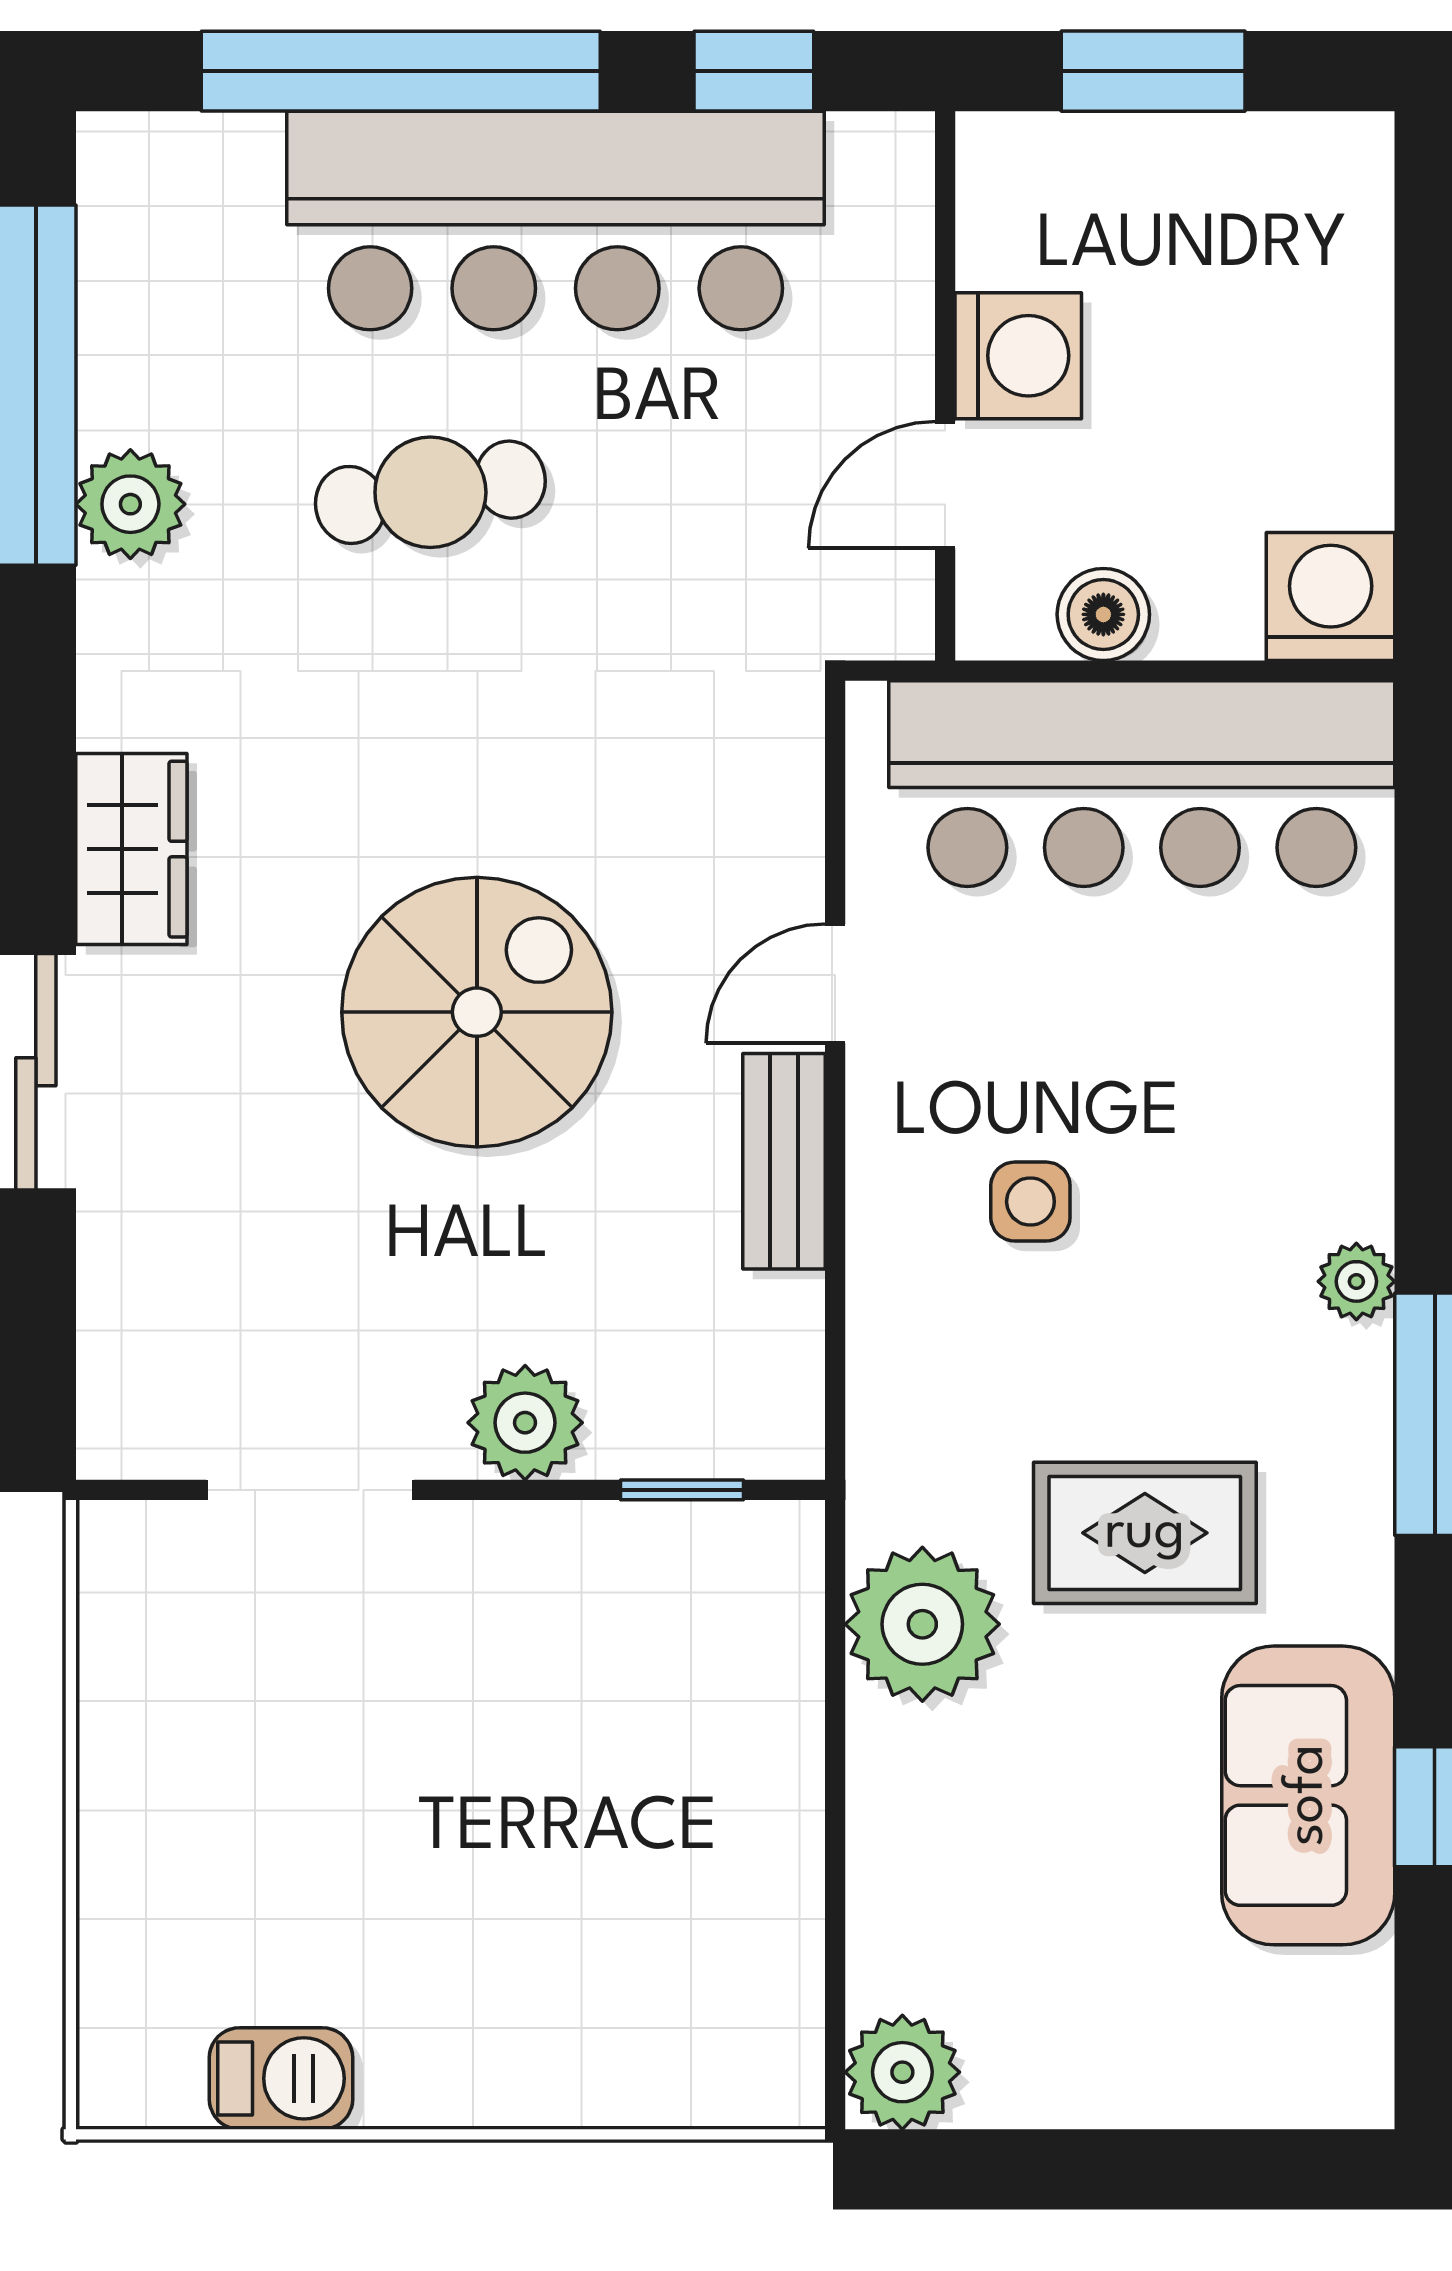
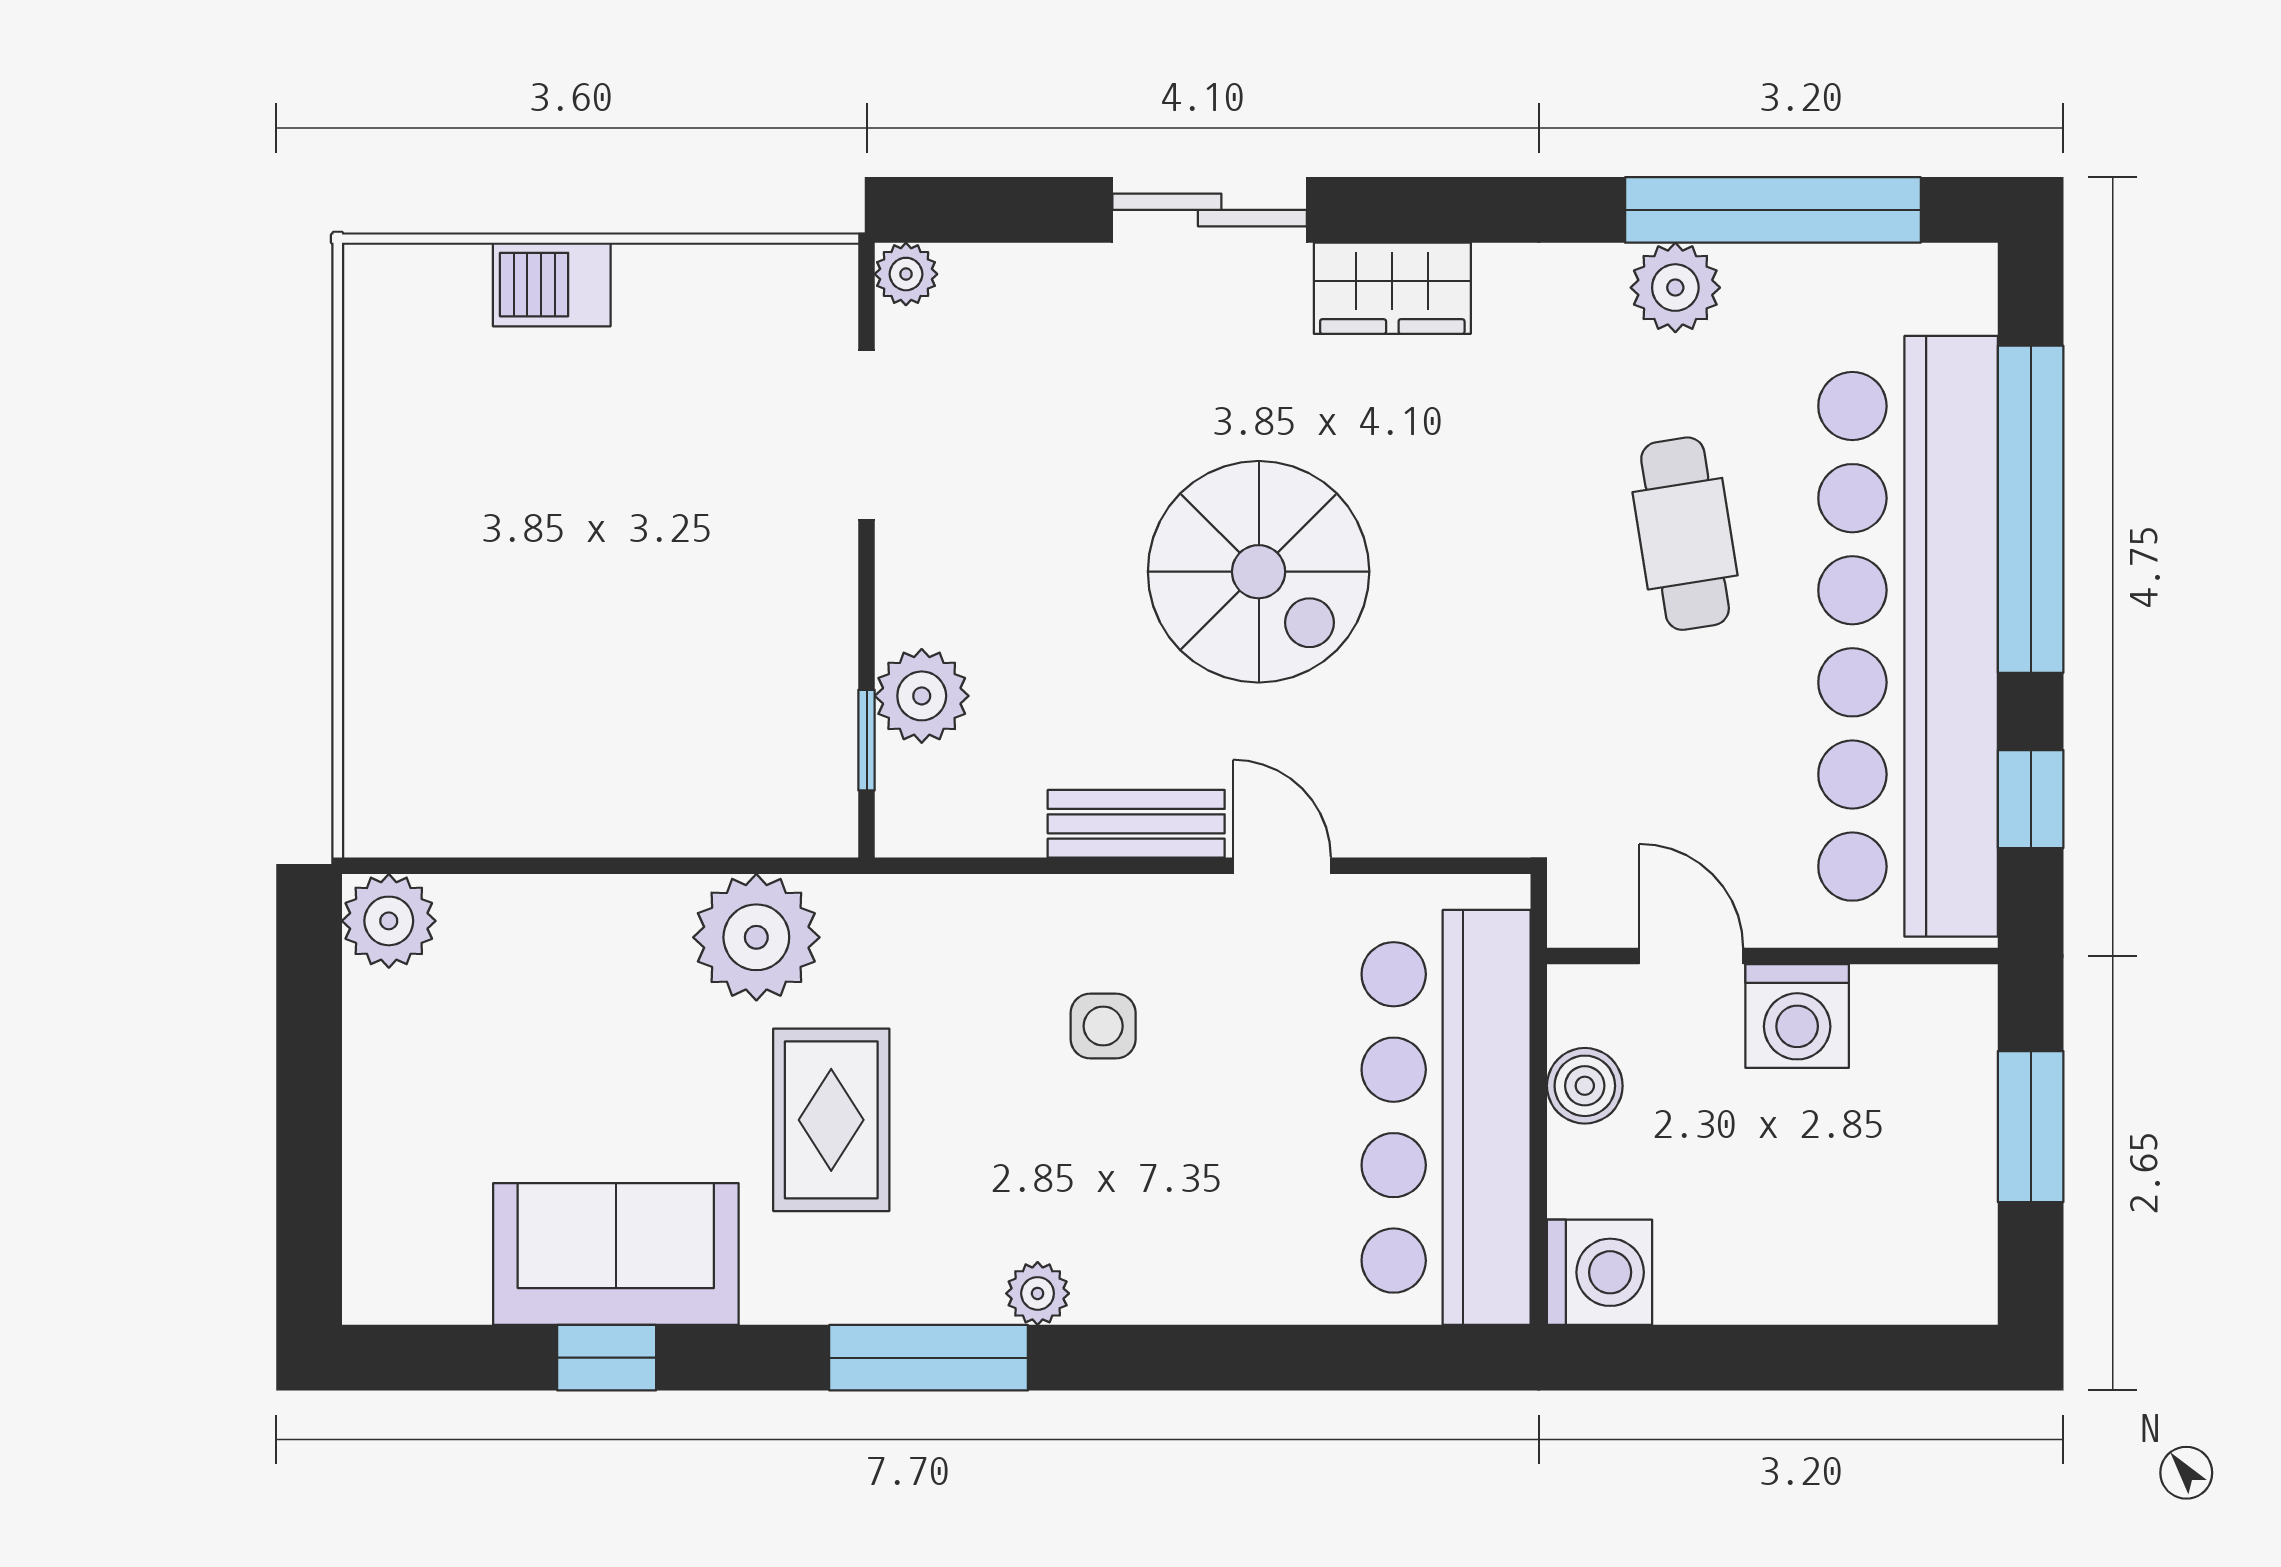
bar counter: (555, 220) -> (1908, 636), width x1.36
plant: (525, 1423) -> (922, 696), moved
plant: (114, 1442) -> (906, 274), added
barbecue: (281, 2078) -> (552, 285), moved, turned 90

